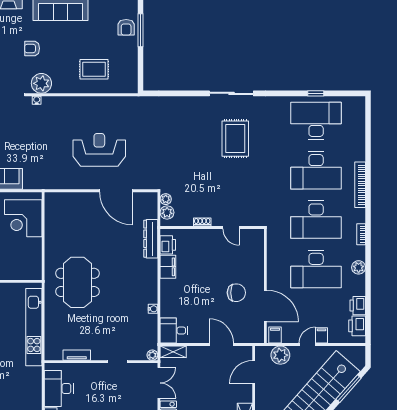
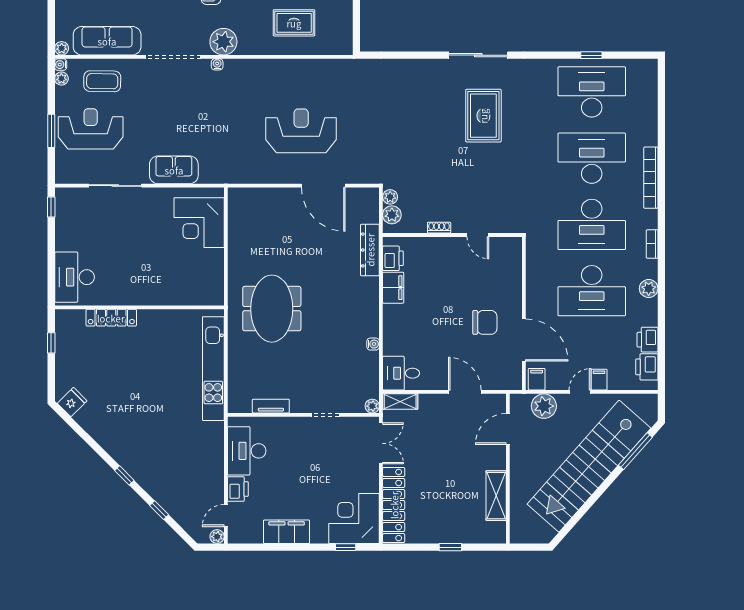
desk: (316, 170) -> (592, 158), turned 180

